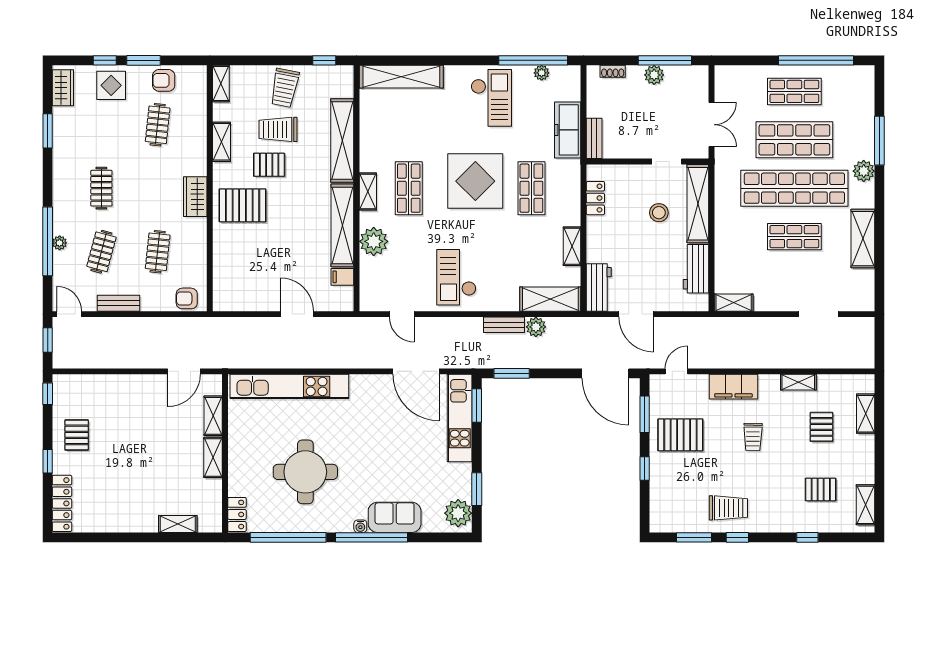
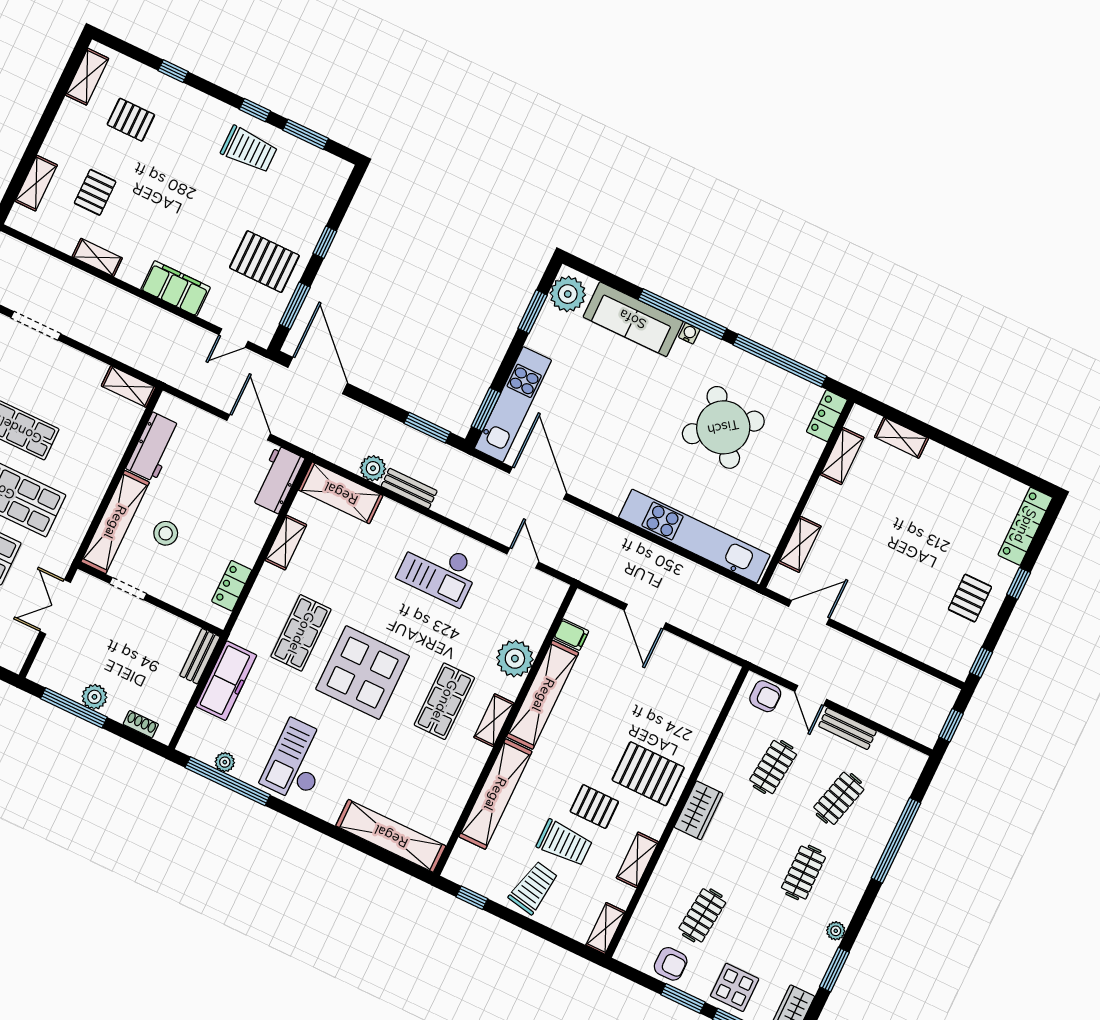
plant: (60, 243) -> (836, 931), moved
checkout: (456, 277) -> (438, 571), turned 90
door: (69, 314) -> (811, 695), moved
trolley: (753, 437) -> (181, 219), removed
shelving: (213, 457) -> (842, 456), moved
round table: (305, 472) -> (723, 427), turned -37
trolley: (728, 508) -> (249, 150), turned 180
sofa: (395, 517) -> (633, 319), width x1.36

